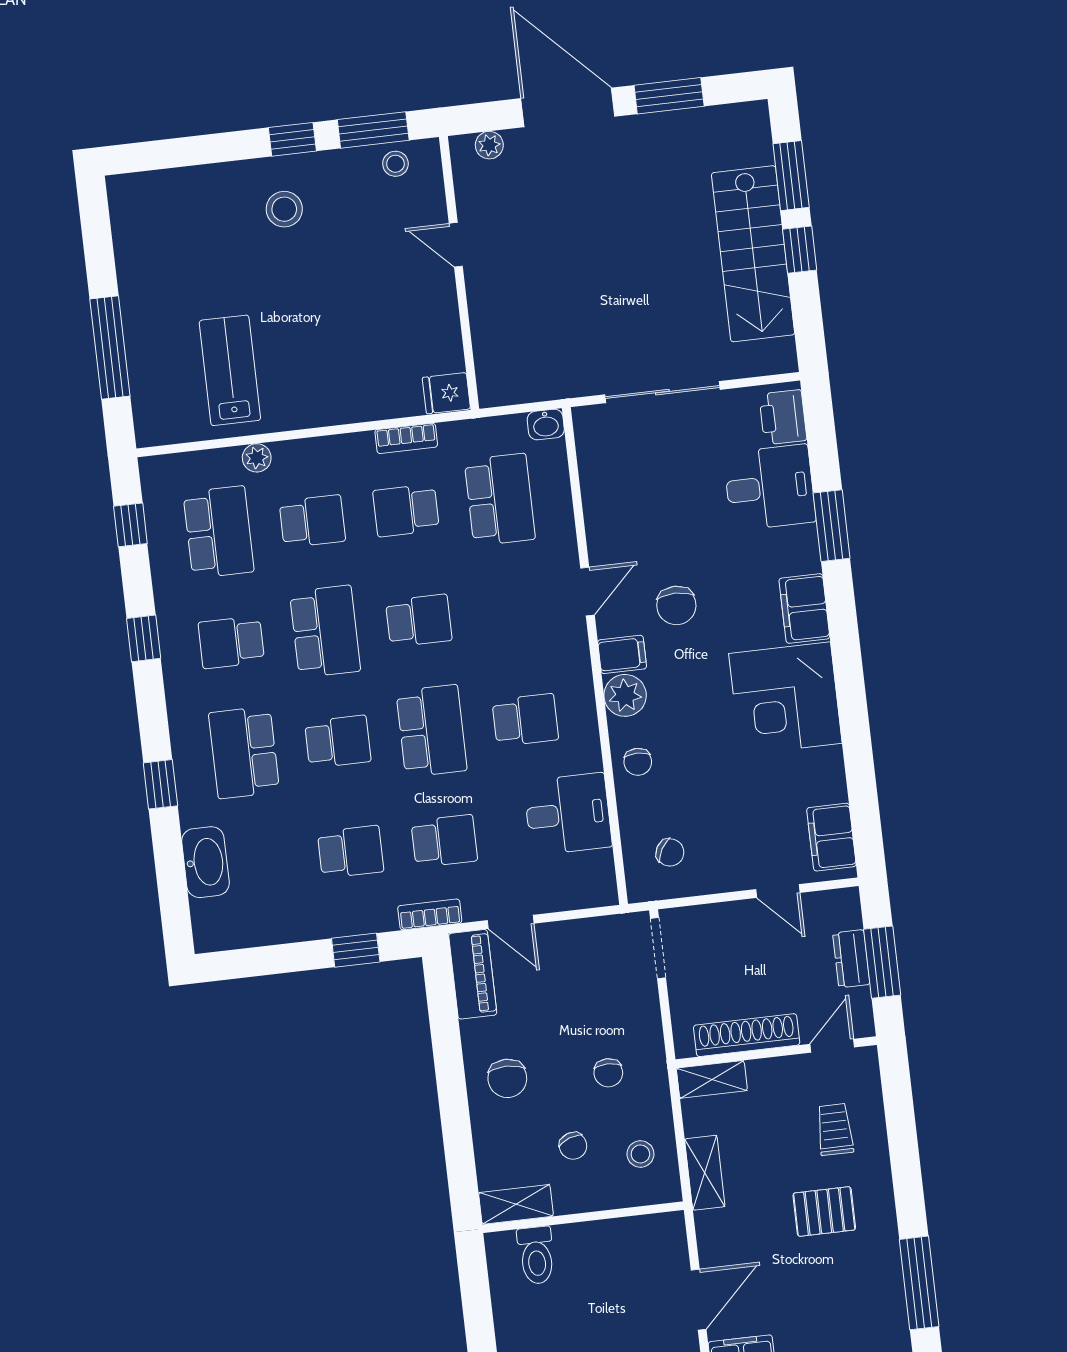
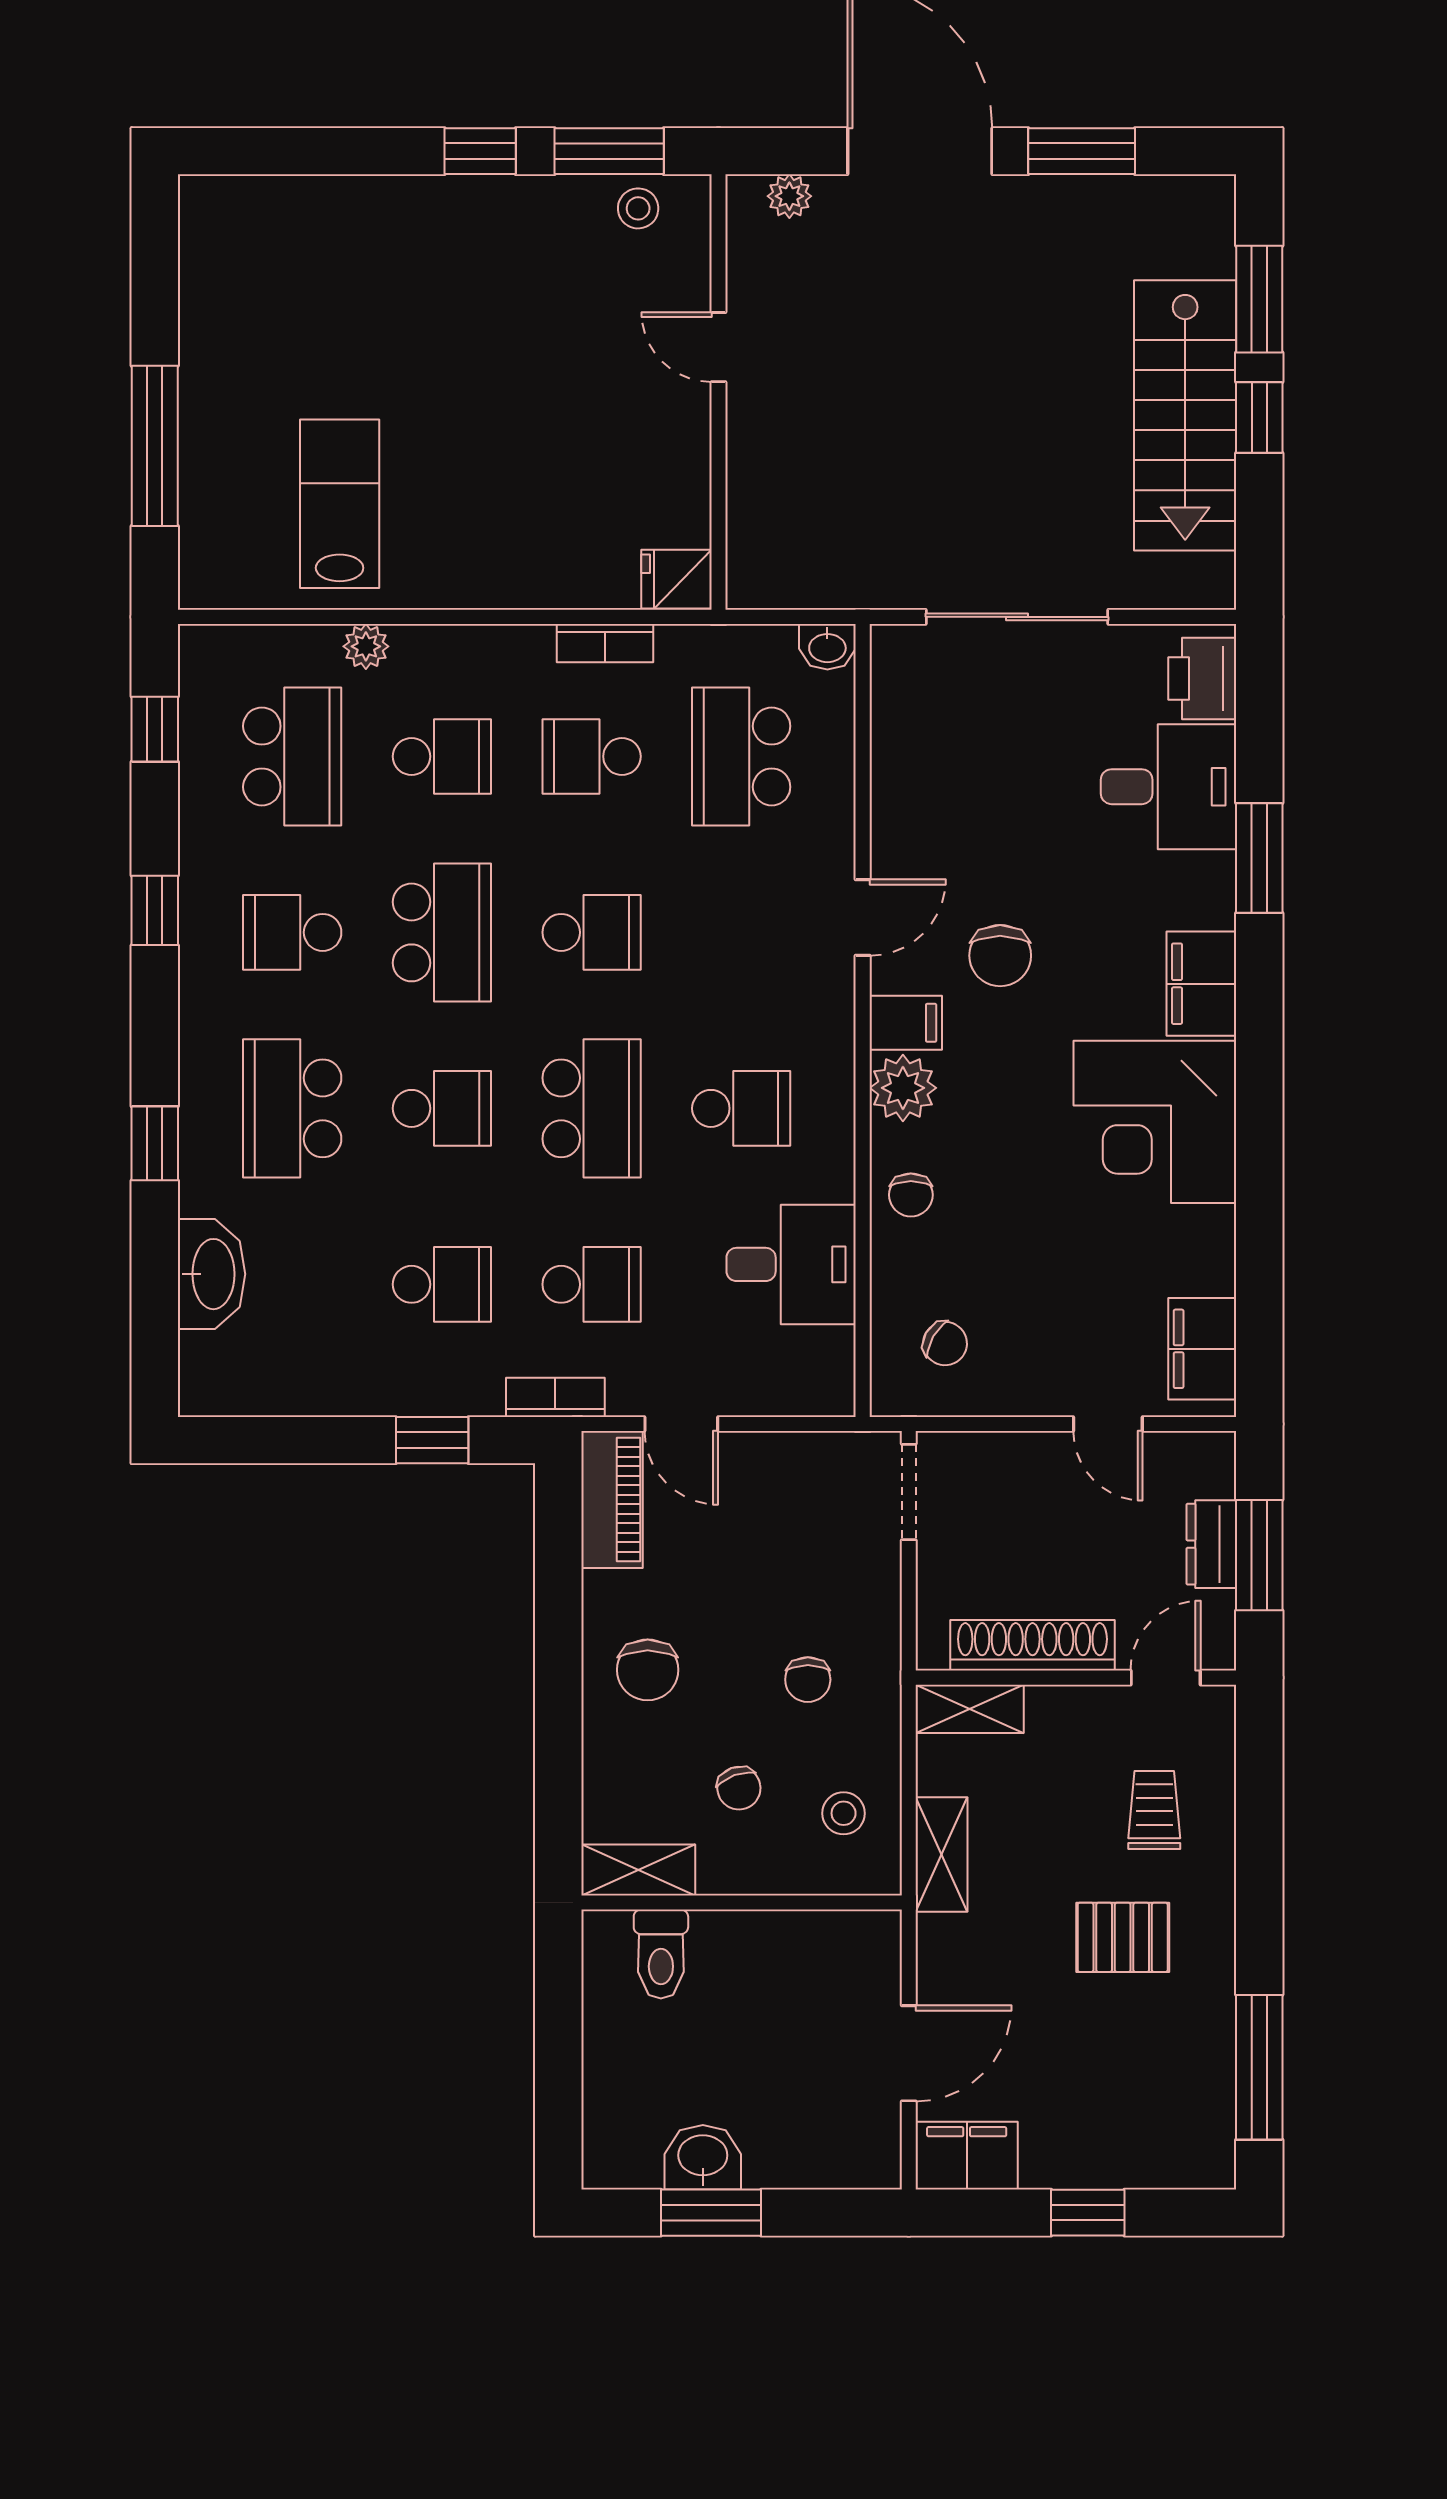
stool: (284, 209) -> (455, 260), removed
school desk: (500, 500) -> (741, 756), turned 180

